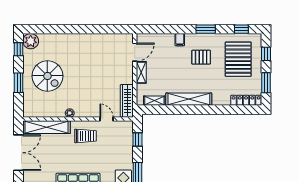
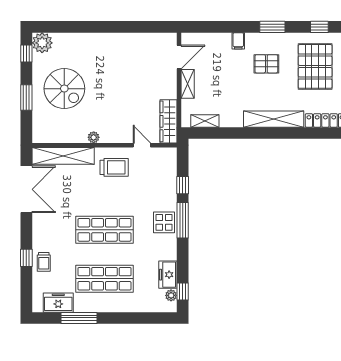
shelving: (189, 99) -> (274, 119), moved
window: (137, 139) -> (183, 185), moved

